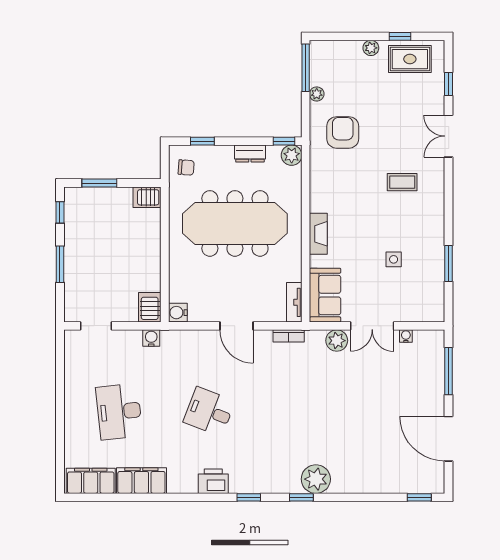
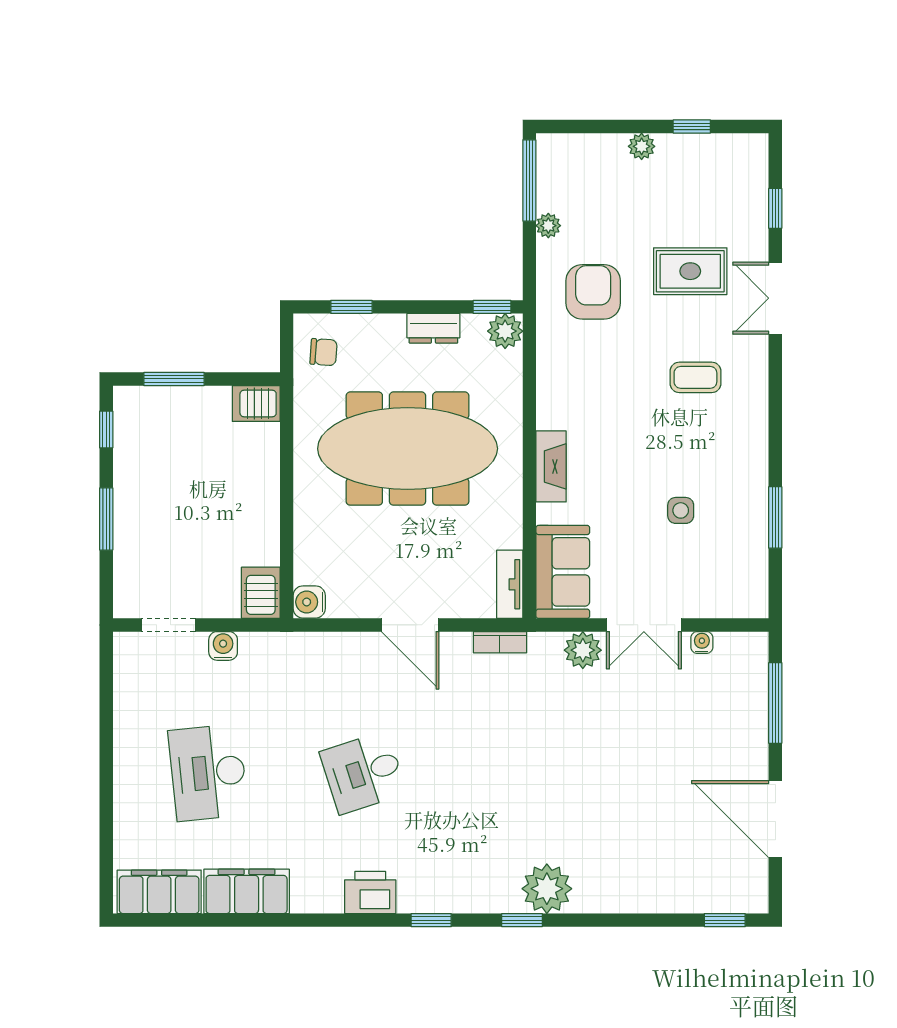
rug: (410, 59) -> (690, 271), moved
water cooler: (151, 338) -> (223, 646), moved
desk: (209, 412) -> (363, 773), turned -39

